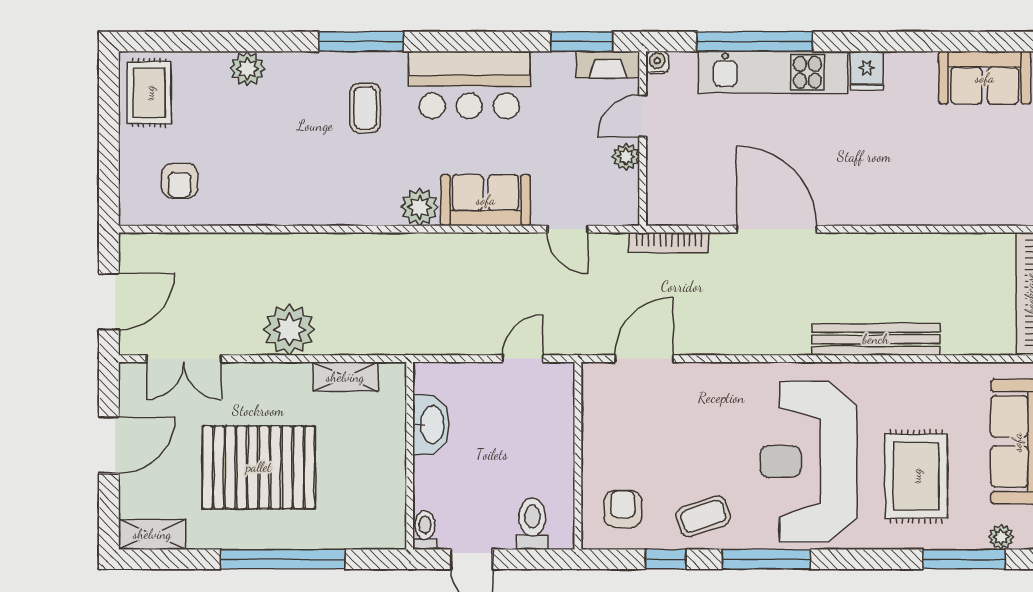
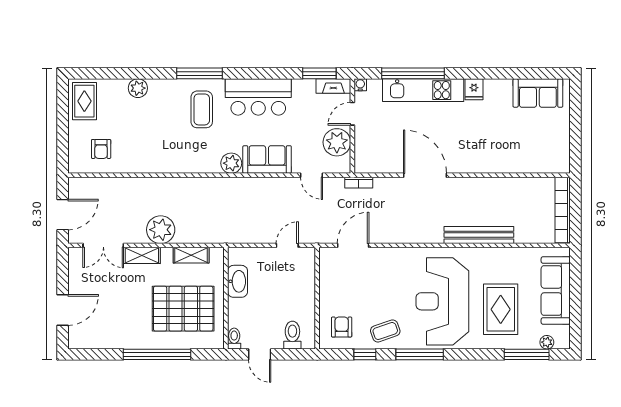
coffee table: (365, 108) -> (202, 109), width x1.36, depth x1.30
plant: (626, 157) -> (337, 142), width x1.88, depth x1.88
bookcase: (669, 243) -> (359, 183), width x0.64
door: (109, 445) -> (63, 310), moved
pallet: (259, 467) -> (183, 309), moved
shelving: (152, 534) -> (142, 255), moved

